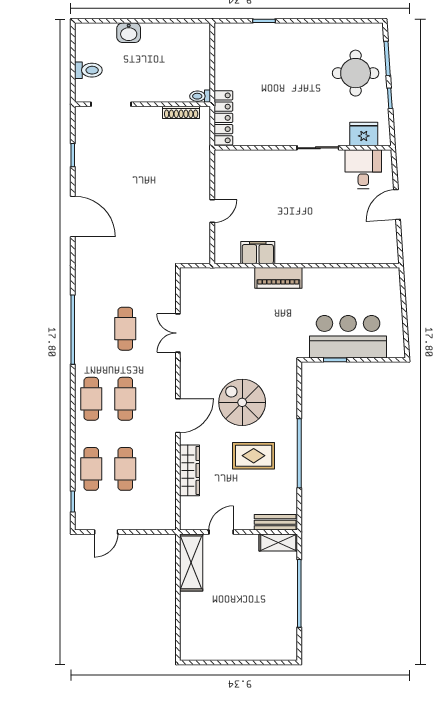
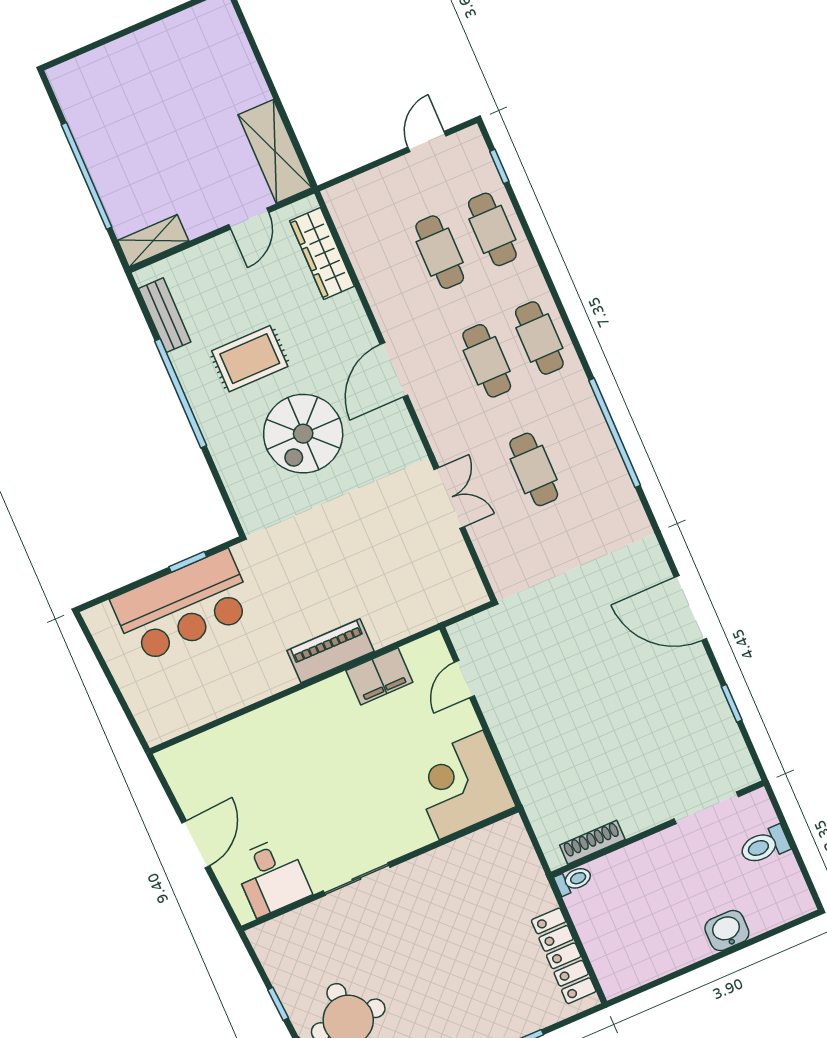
locker: (223, 118) -> (564, 956), moved
fridge: (364, 134) -> (295, 931), removed
corner desk: (239, 174) -> (461, 785), added
door: (212, 211) -> (464, 679), moved
spiral stairs: (242, 402) -> (303, 434), turned 90
wardrobe: (189, 470) -> (322, 254), moved
bench: (275, 522) -> (165, 315), moved, turned 90

